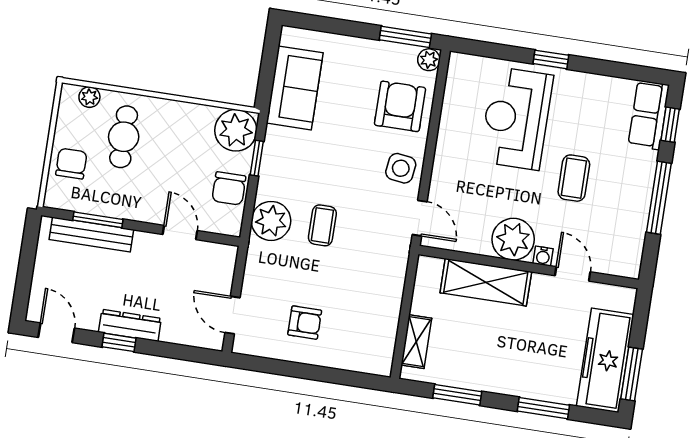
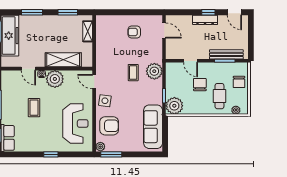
sofa: (295, 88) -> (153, 127), width x1.36
armchair: (400, 106) -> (109, 126), turned -90
reception desk: (516, 118) -> (75, 124), moved
chair: (229, 188) -> (200, 85), moved

